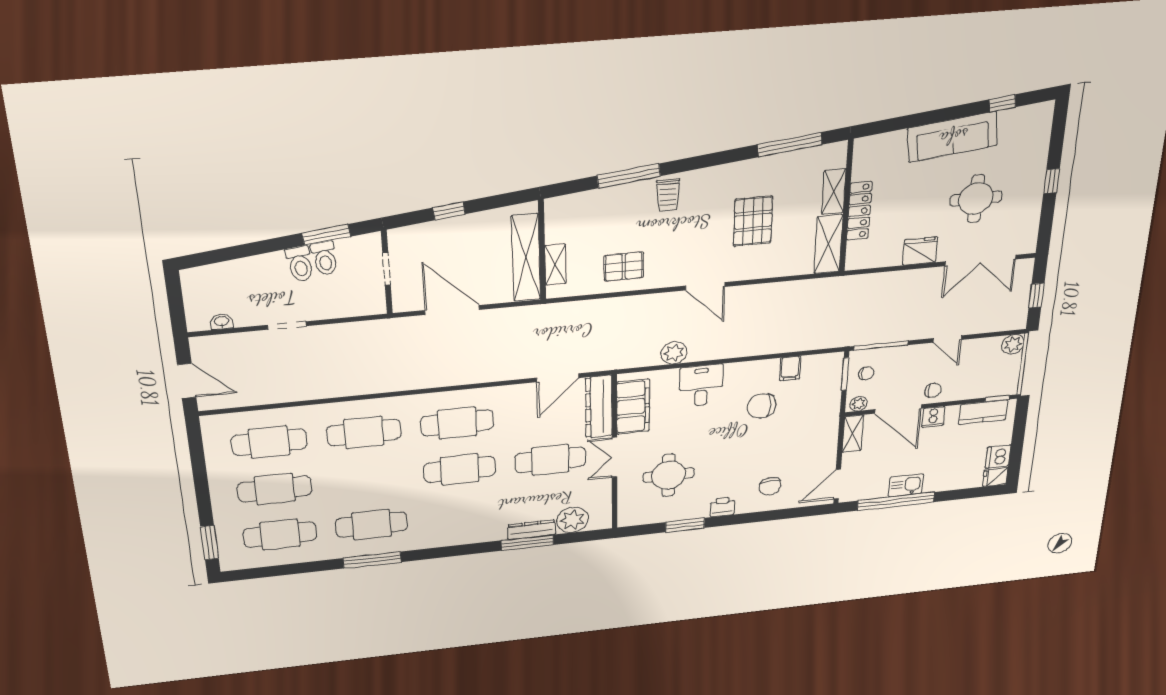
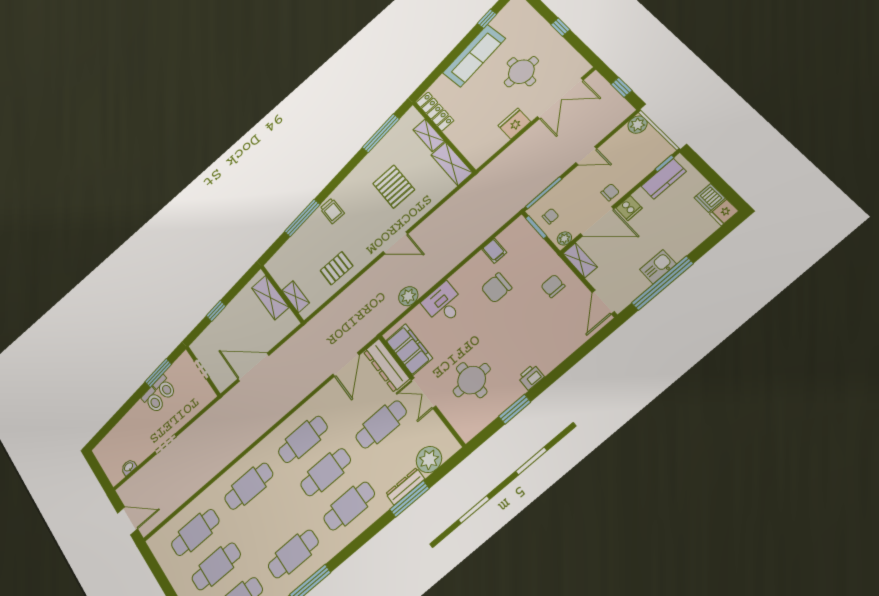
locker: (859, 211) -> (435, 112), moved
shelving: (526, 258) -> (270, 298), width x0.68
chair: (770, 486) -> (553, 286), moved, turned 180
cafe table: (462, 515) -> (349, 506), added

